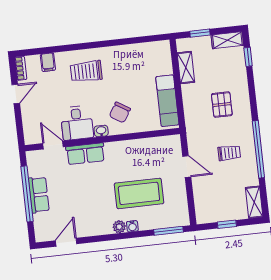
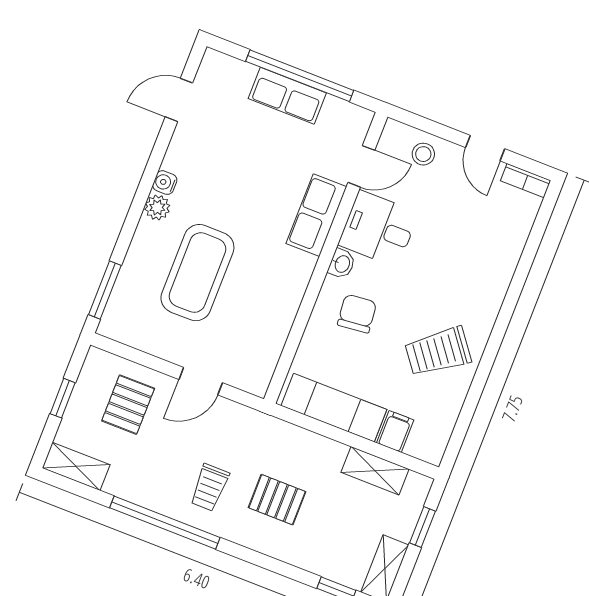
filing cabinet: (48, 62) -> (395, 431), moved, turned 90
trolley: (86, 71) -> (438, 352), moved, turned -127
chair: (120, 112) -> (357, 314), turned 52
stool: (33, 120) -> (423, 154), added
trolley: (229, 153) -> (210, 487), moved
pallet: (214, 193) -> (128, 405), added
water cooler: (132, 226) -> (165, 183), moved
door: (66, 242) -> (179, 100), swing flipped

